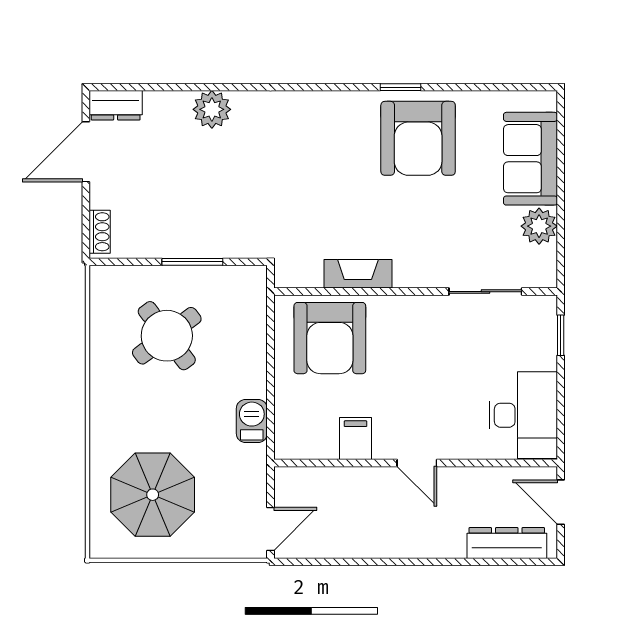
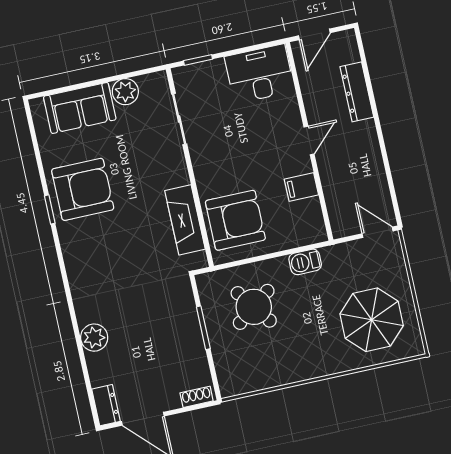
fireplace: (358, 274) -> (185, 220), width x1.37, depth x1.32
round table: (167, 336) -> (254, 307), moved
dresser: (507, 543) -> (357, 92), moved

